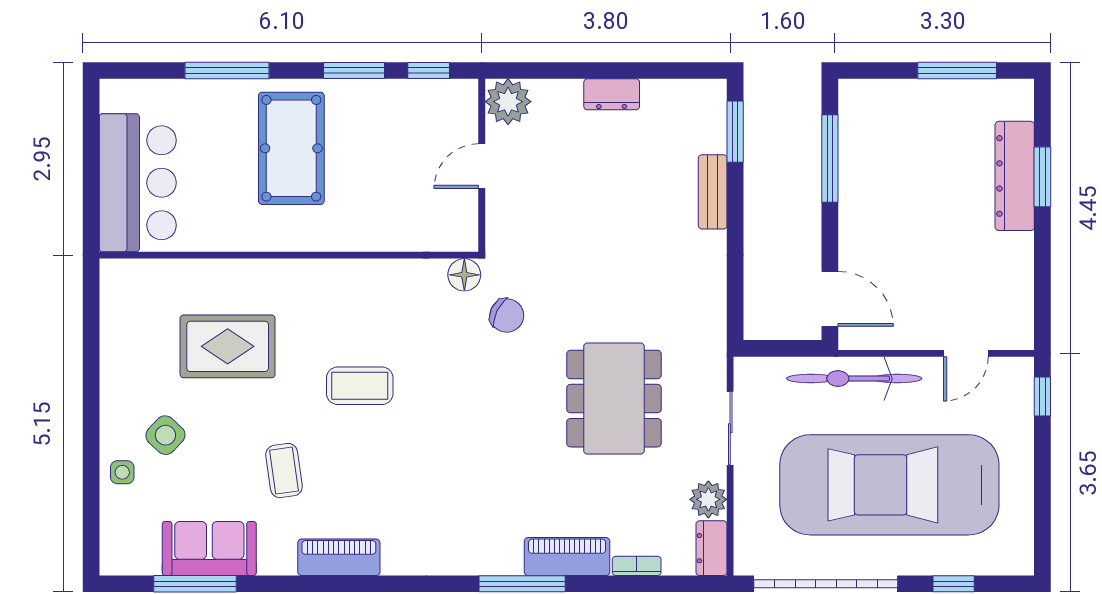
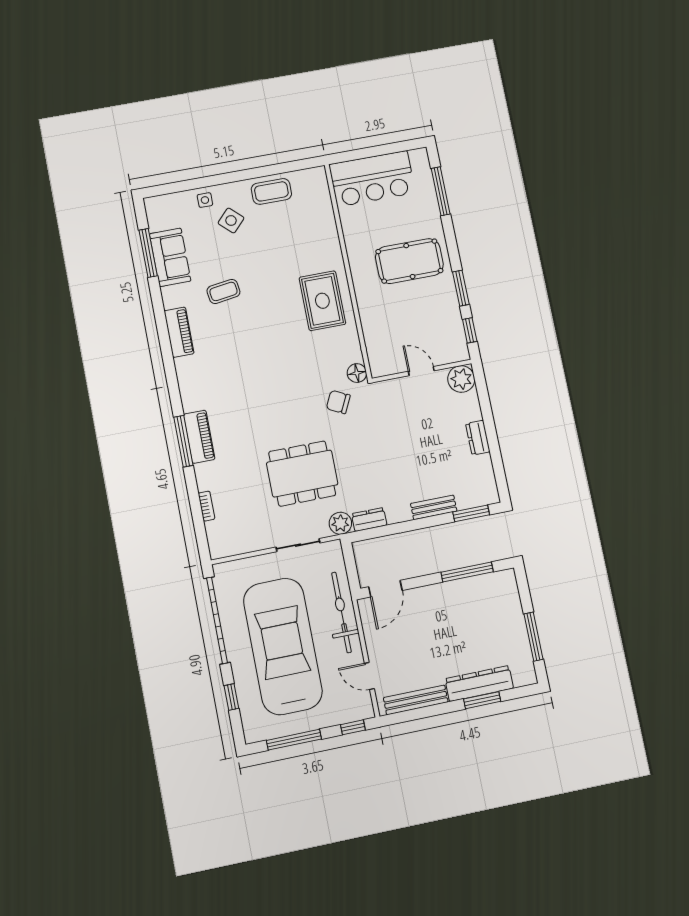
window: (227, 71) -> (441, 191), moved
bench: (1020, 285) -> (416, 700), added
chair: (507, 315) -> (338, 402), turned 90
rug: (228, 346) -> (322, 301), moved
coffee table: (360, 386) -> (271, 191), moved, turned 90
window: (1042, 496) -> (294, 740), added
plant: (708, 499) -> (340, 523), moved
dresser: (711, 548) -> (369, 519), moved
piano: (567, 557) -> (199, 437), moved

